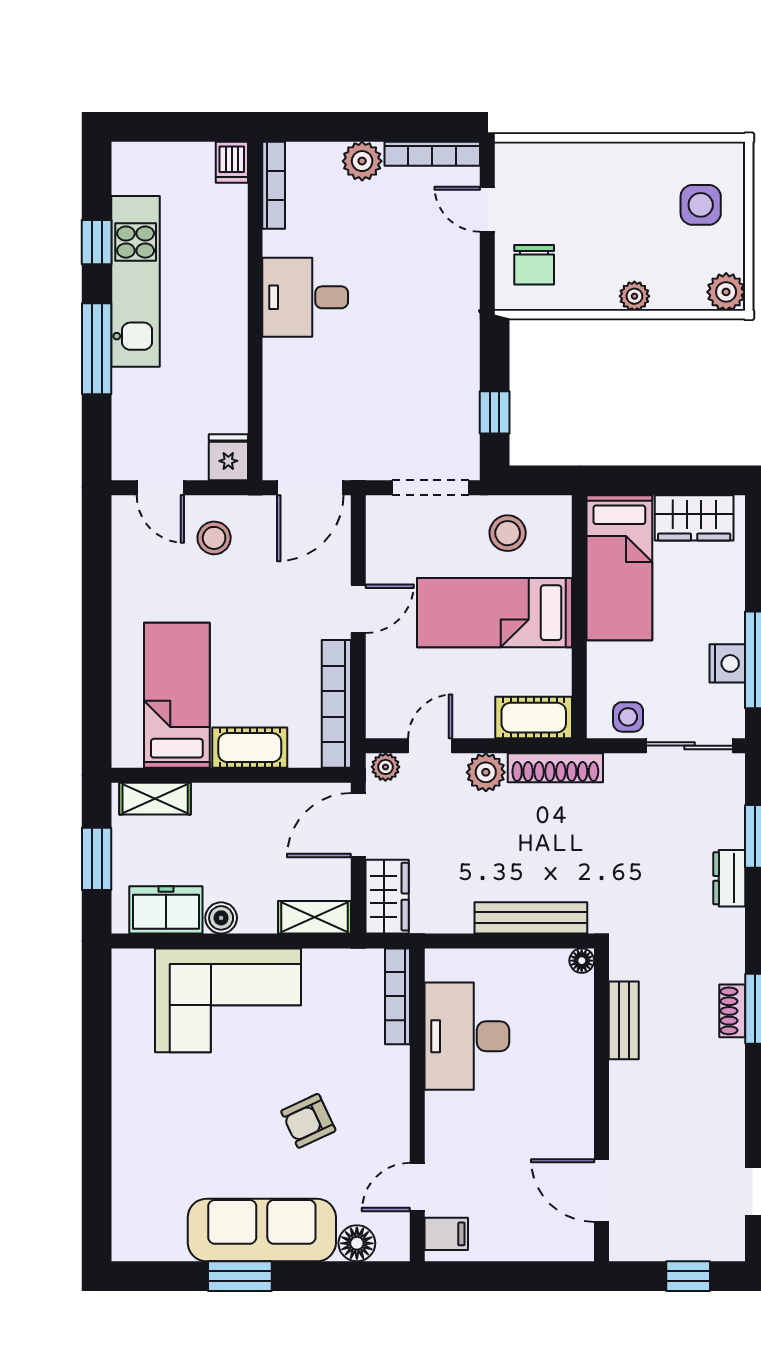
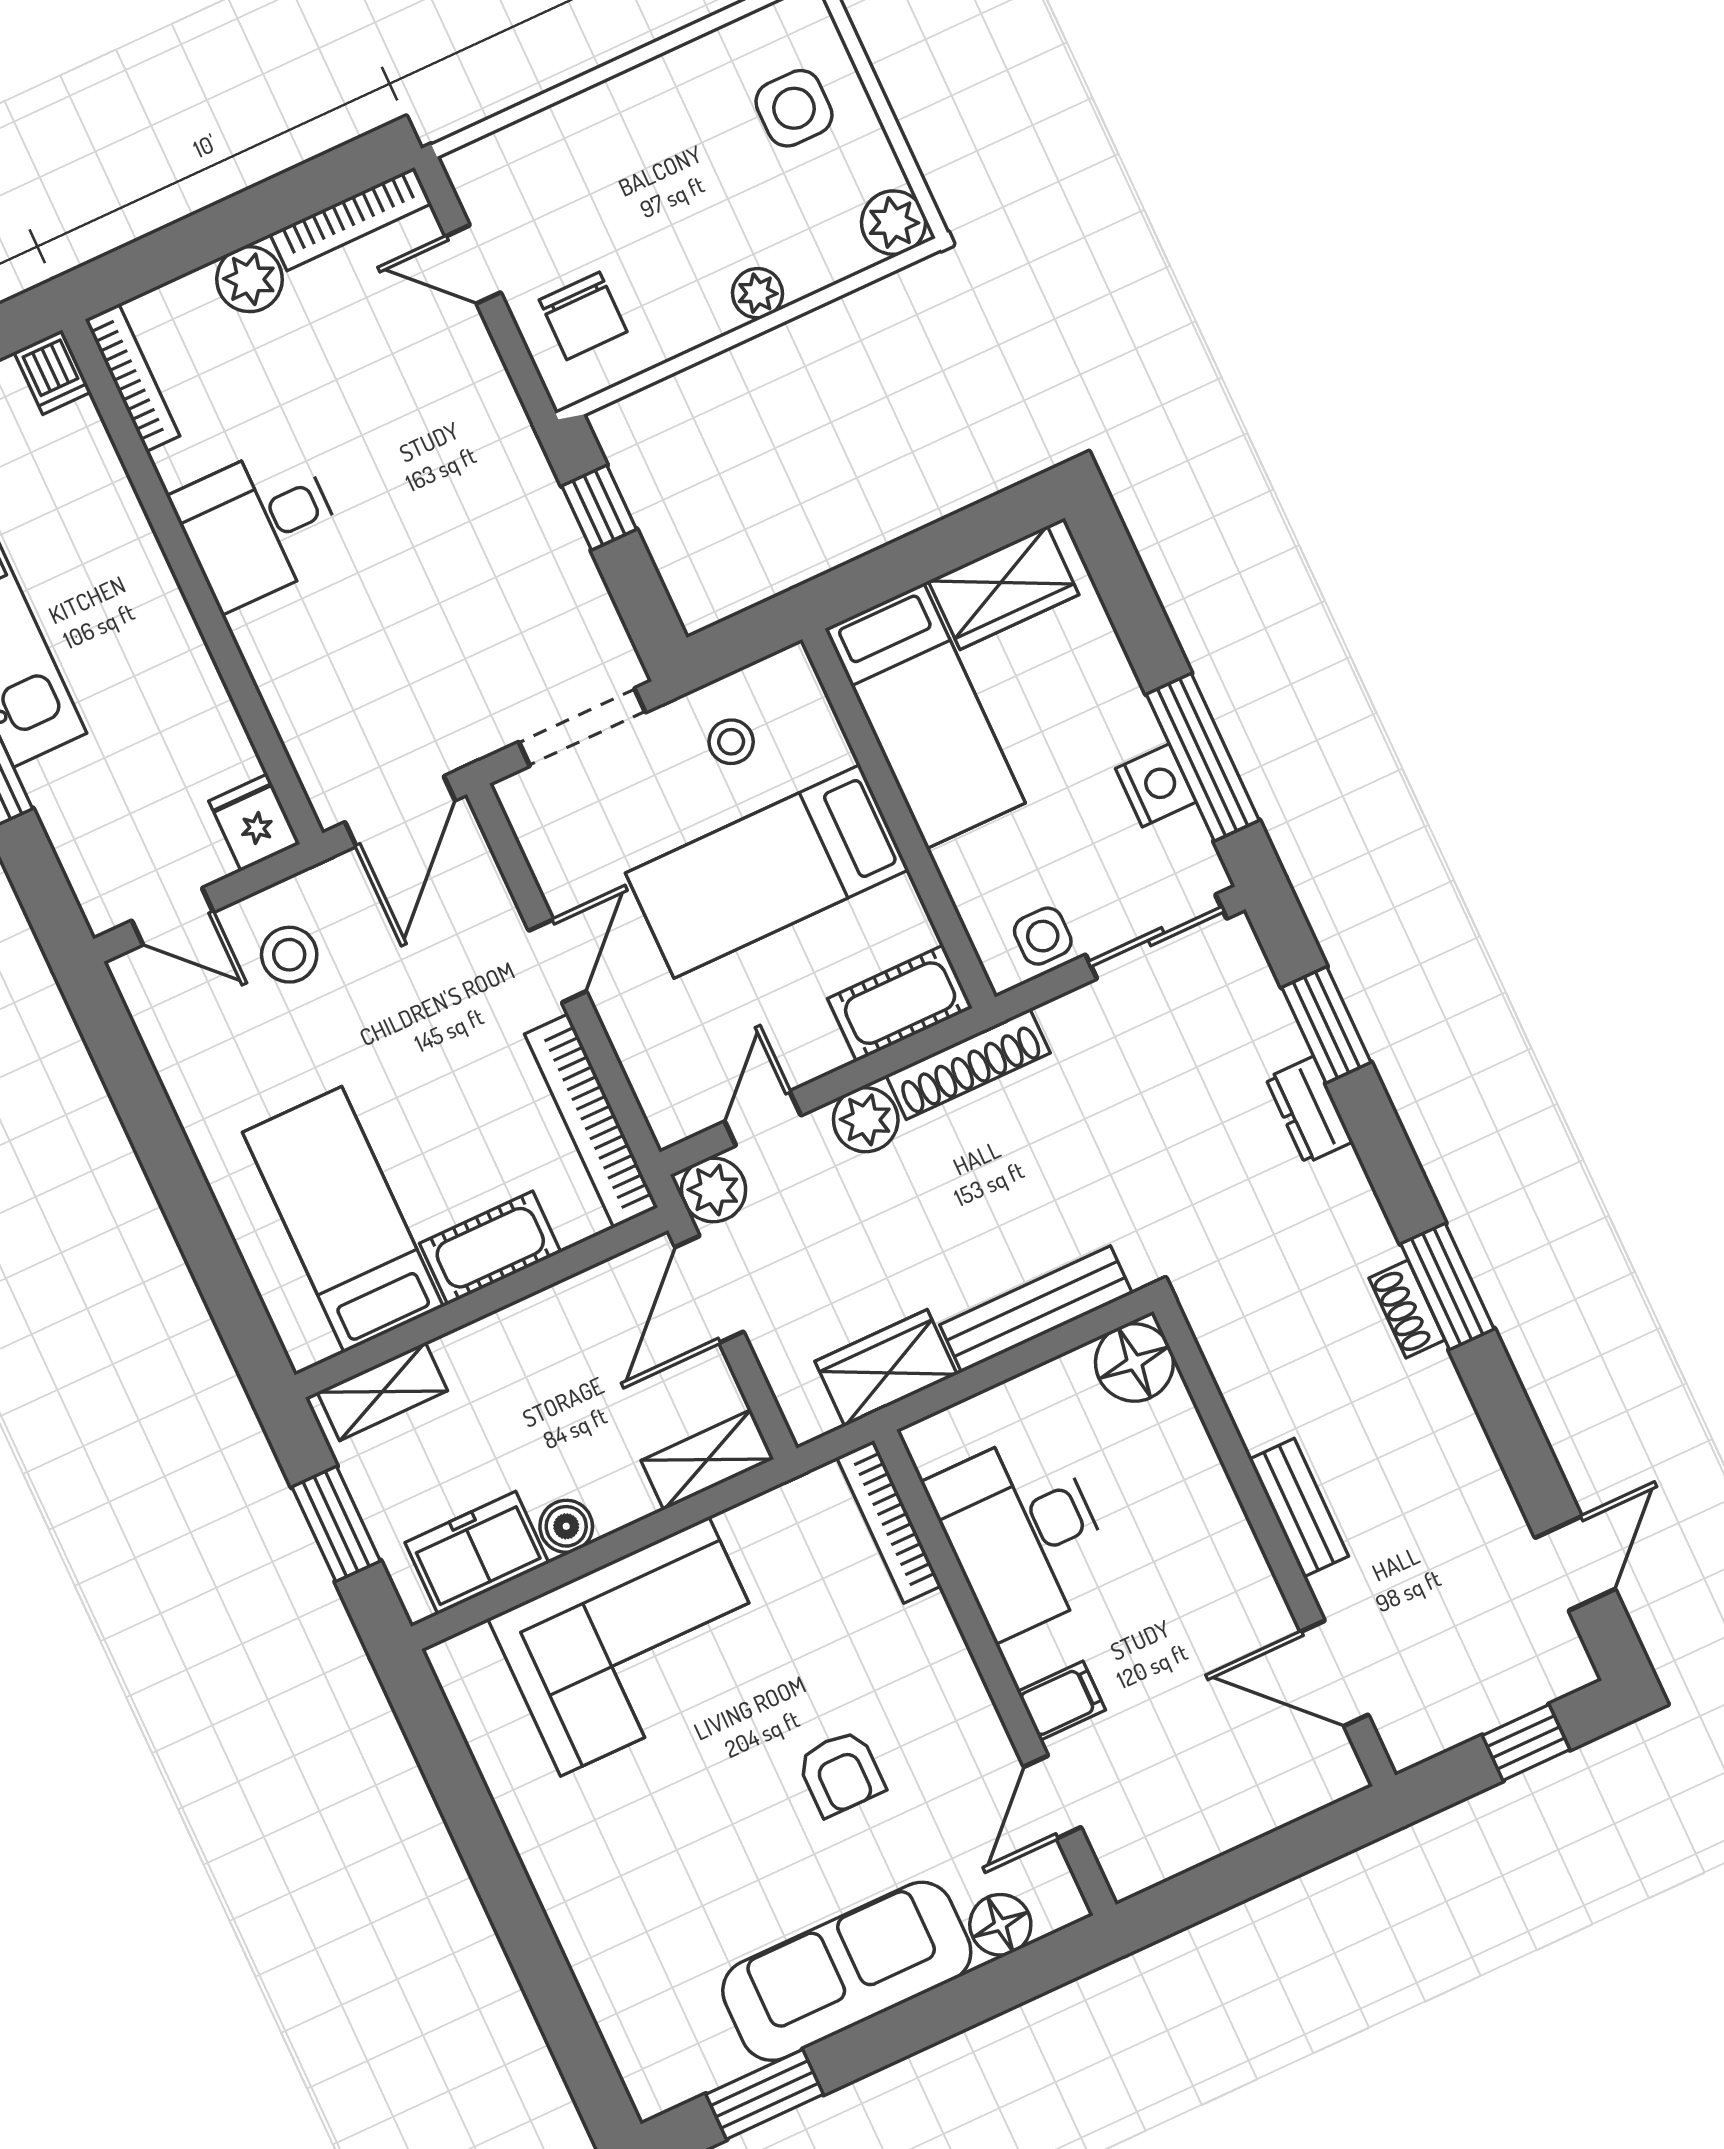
window: (495, 412) -> (599, 508), moved
stool: (508, 533) -> (731, 742), width x0.73, depth x0.73
plant: (385, 767) -> (714, 1190), width x1.38, depth x1.38
wardrobe: (387, 897) -> (886, 1368), moved, turned -90
floor lamp: (582, 961) -> (1134, 1362), width x1.89, depth x1.89
bench: (624, 1020) -> (1299, 1508), moved
armchair: (308, 1121) -> (841, 1773), turned -65
filing cabinet: (446, 1234) -> (1061, 1701), moved
window: (240, 1276) -> (765, 2094), moved

